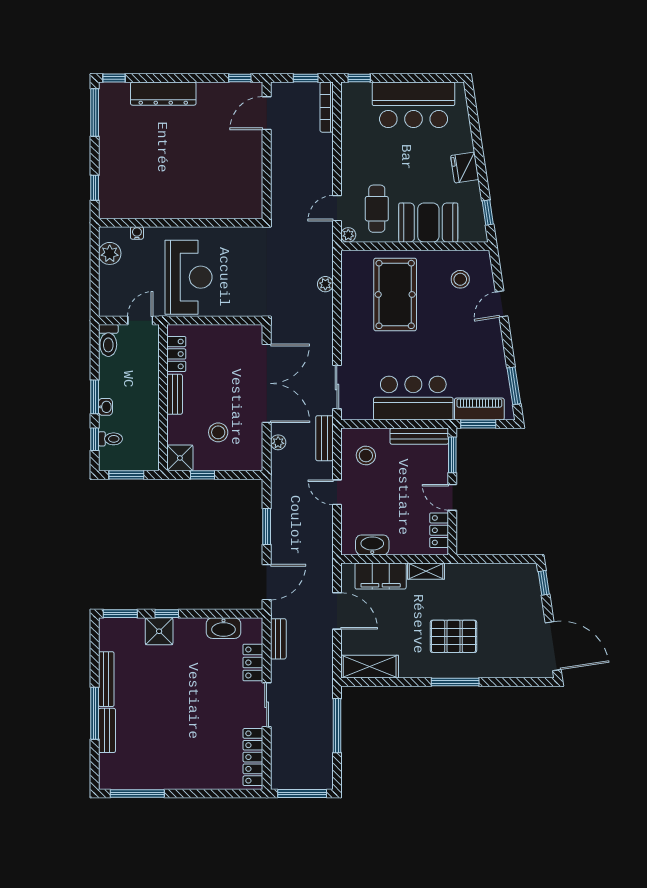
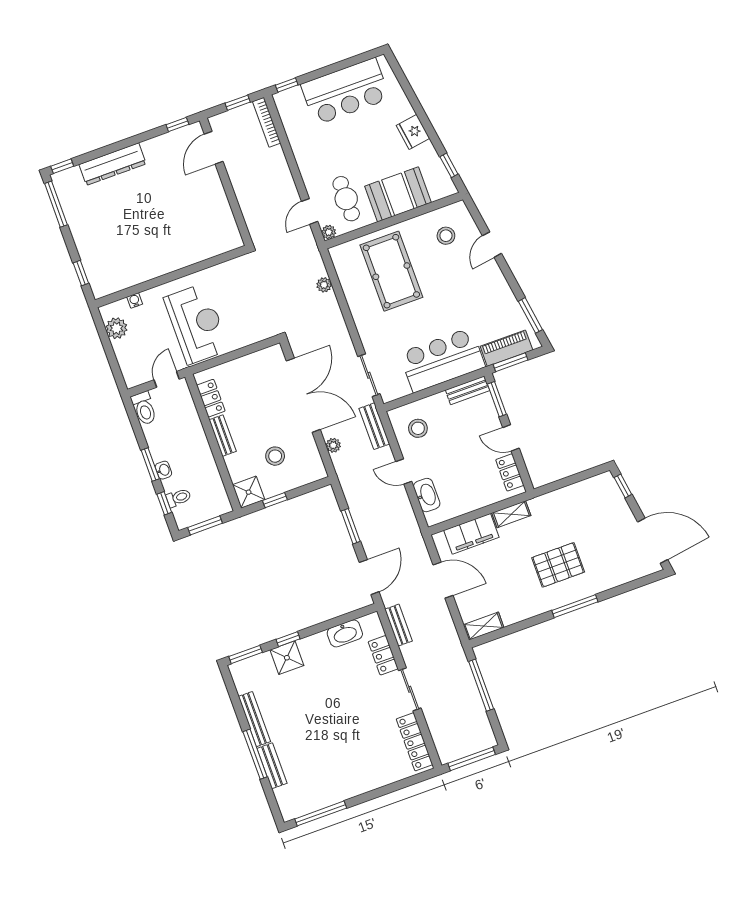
bench: (419, 436) -> (468, 390), width x0.73
washbasin: (372, 545) -> (427, 495), moved, turned 90
shelving: (370, 667) -> (484, 626), width x0.67, depth x0.75

